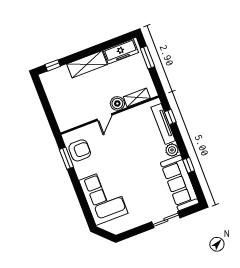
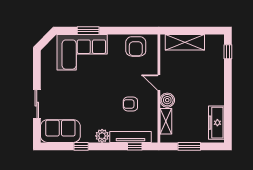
window: (147, 57) -> (189, 146), moved
shelving: (87, 64) -> (185, 42), moved, turned 90
armchair: (134, 135) -> (130, 104), added
window: (66, 158) -> (88, 31), moved
sofa: (180, 183) -> (60, 131), width x0.73

